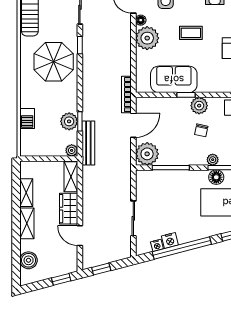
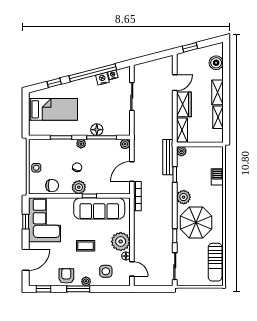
sofa: (174, 79) -> (99, 208), width x1.36
plant: (69, 121) -> (184, 197), moved
plant: (147, 154) -> (125, 144), width x0.53, depth x0.53
plant: (213, 160) -> (81, 144), moved
floor lamp: (216, 177) -> (97, 130), moved
door: (80, 236) -> (175, 83), hinge flipped
window: (101, 269) -> (158, 56), removed

